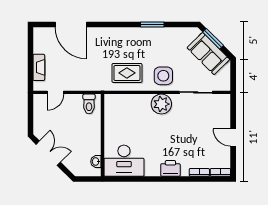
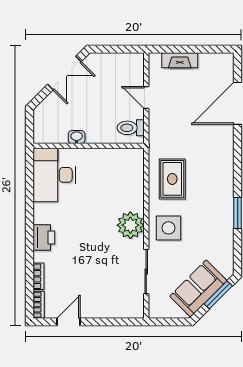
door: (55, 92) -> (146, 97), moved
door: (233, 137) -> (69, 322), moved
washbasin: (96, 162) -> (77, 137), moved

